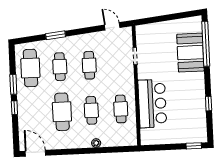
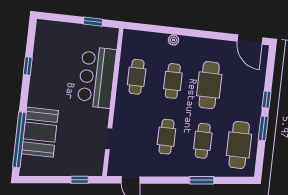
window: (153, 20) -> (80, 180), added
window: (194, 146) -> (93, 22), moved

